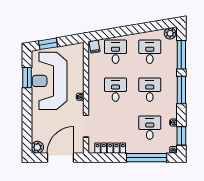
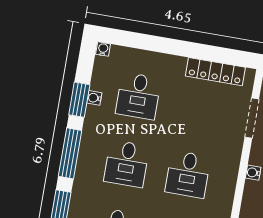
window: (181, 136) -> (79, 100), moved
window: (147, 158) -> (153, 43), removed

